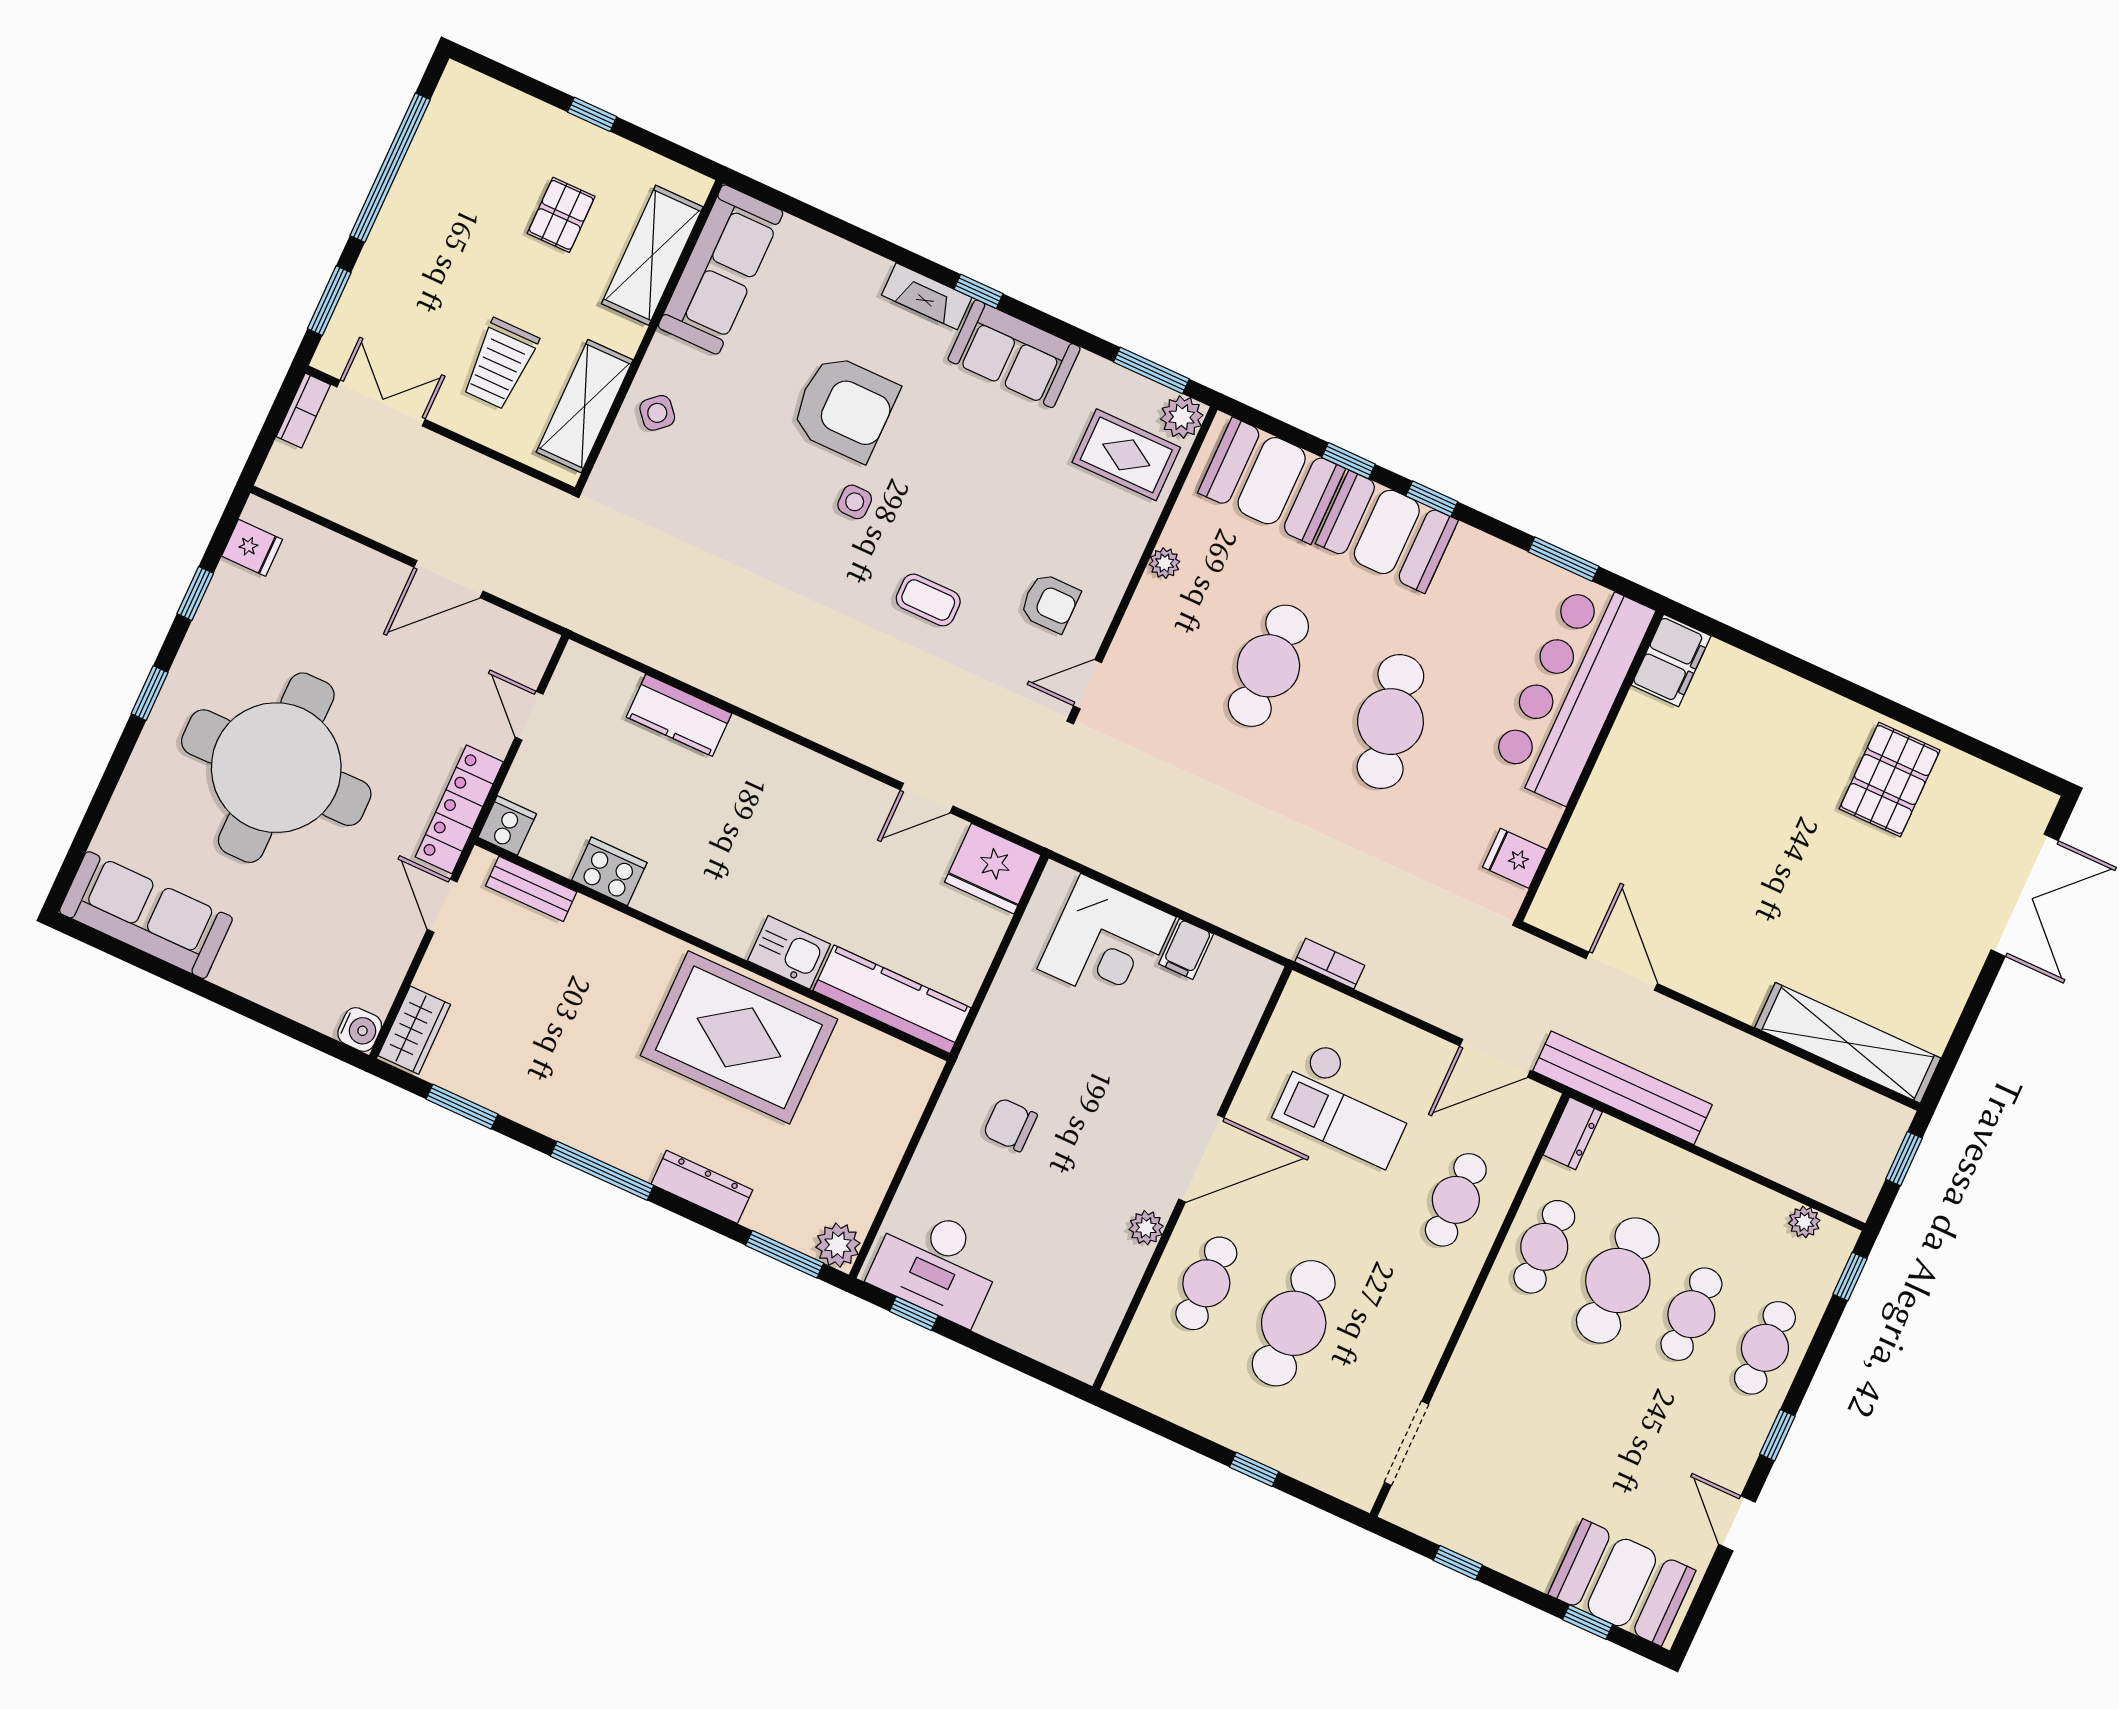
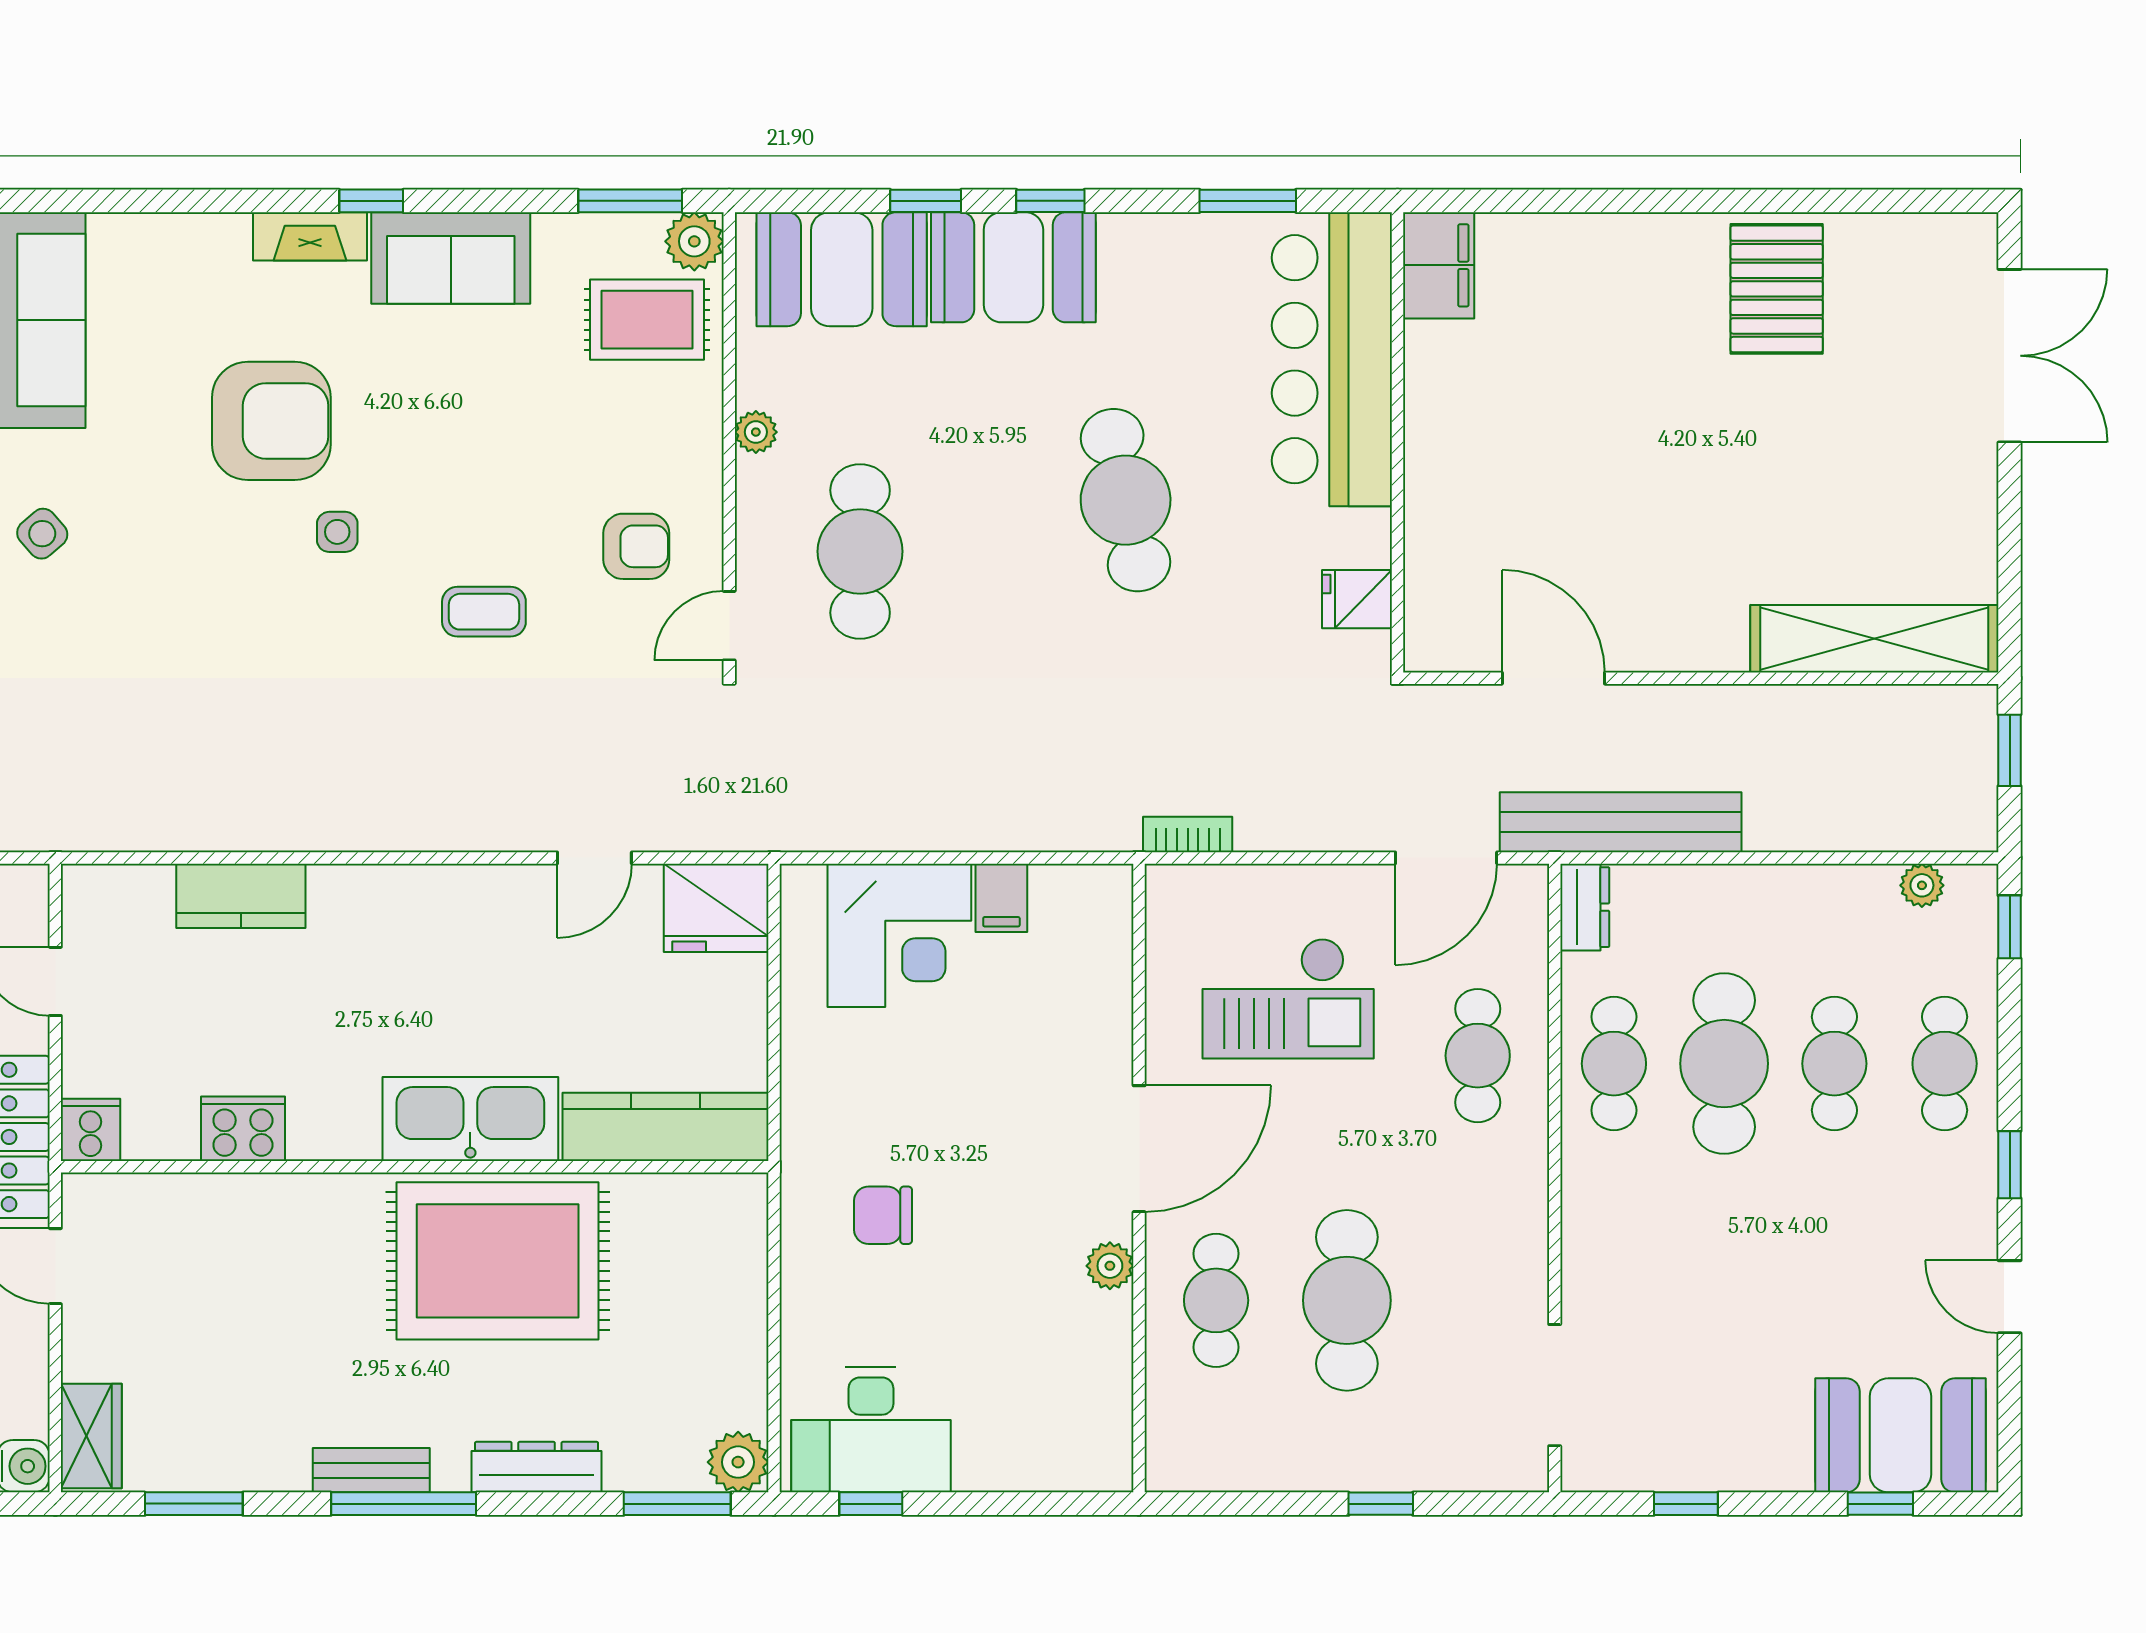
cafe table: (1268, 666) -> (860, 551), moved
bench: (531, 889) -> (371, 1470), moved
kitchen sink: (789, 952) -> (470, 1119), width x1.88, depth x1.24

